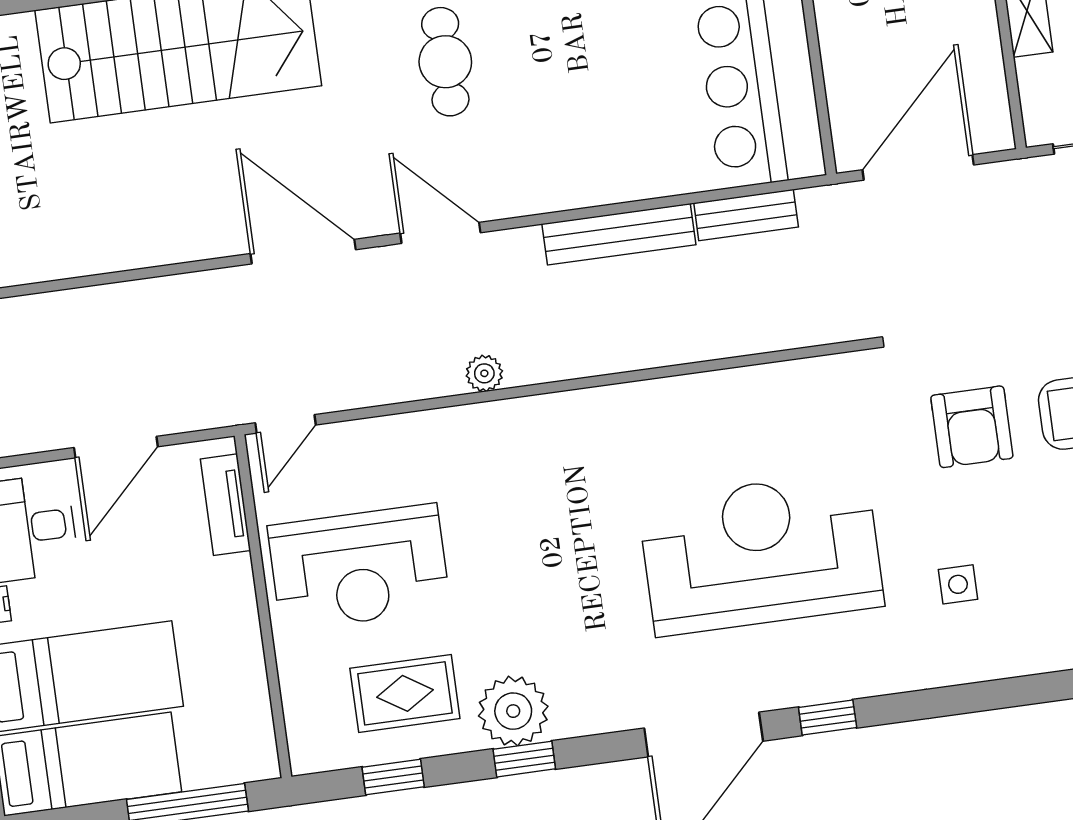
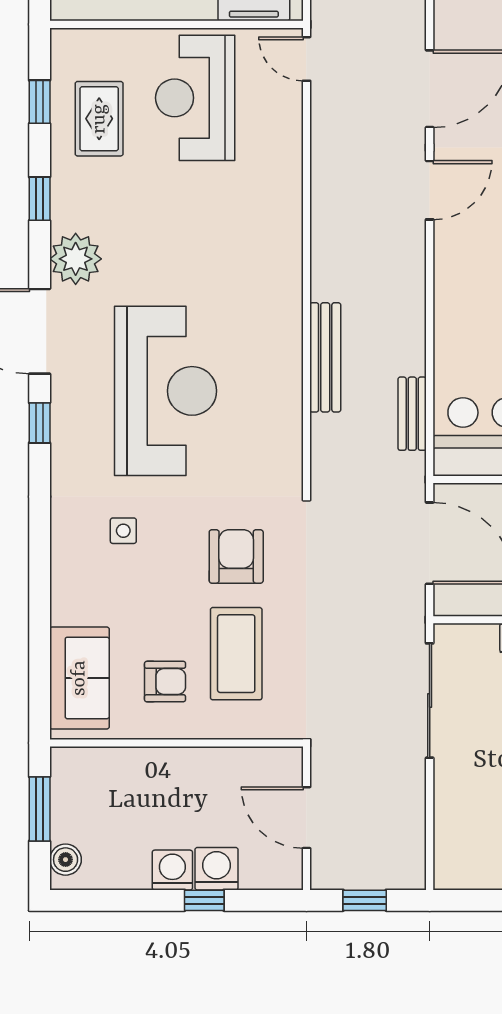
bench: (619, 234) -> (325, 357), moved
plant: (484, 373) -> (323, 208), removed
armchair: (972, 427) -> (236, 556), turned 90
plant: (513, 711) -> (76, 259), moved

